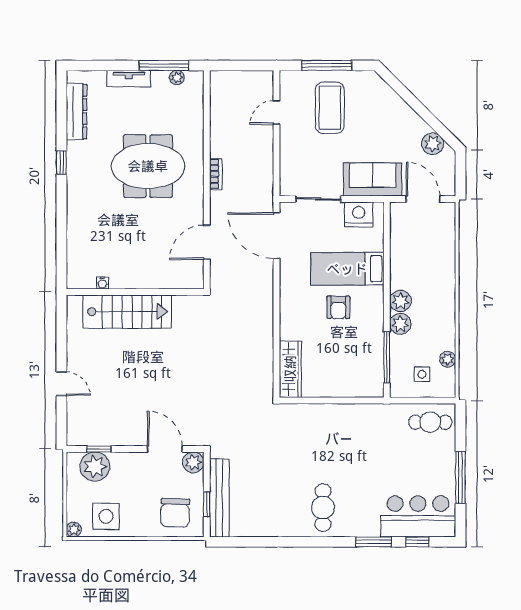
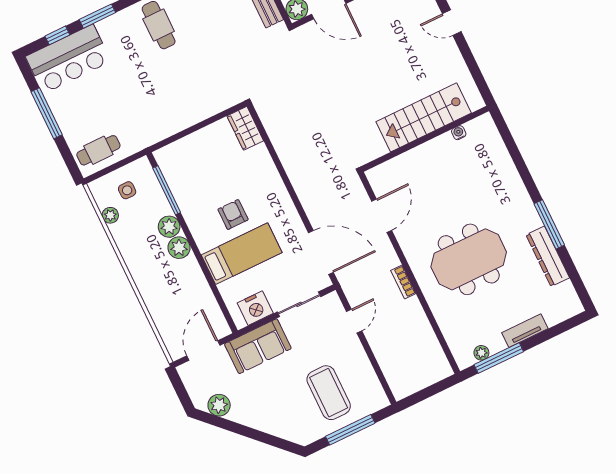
dresser: (76, 112) -> (548, 256), moved
door: (276, 113) -> (354, 321), moved
window: (61, 162) -> (549, 224), width x2.17
door: (423, 199) -> (203, 351), swing flipped
wardrobe: (290, 369) -> (245, 128), width x0.67

